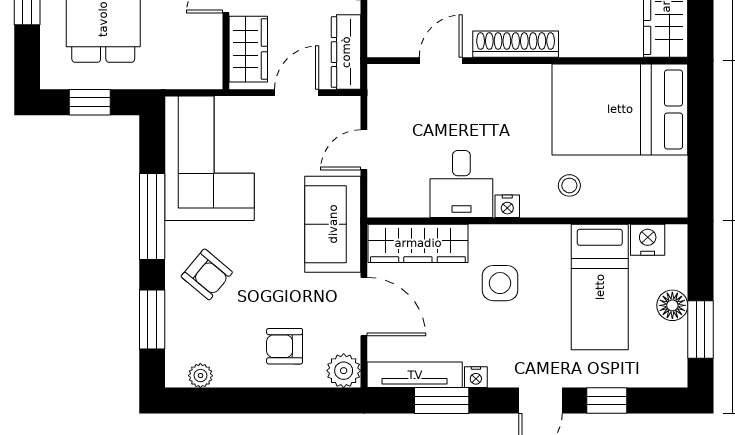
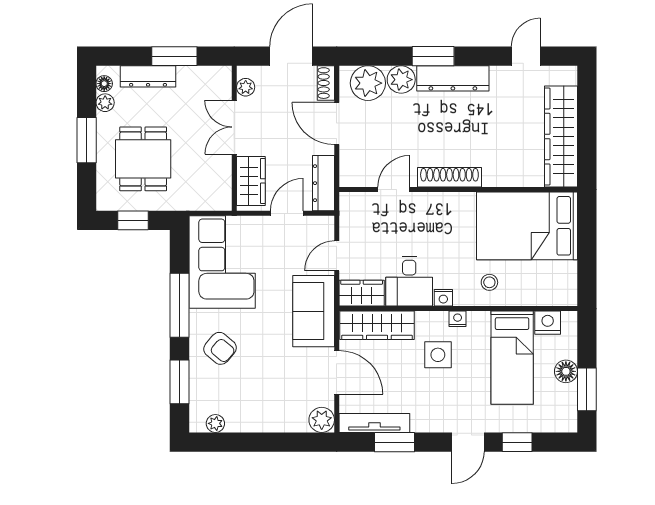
wardrobe: (397, 200) -> (362, 293), added
armchair: (285, 346) -> (278, 402), removed
nightstand: (476, 377) -> (458, 319), moved, turned 180

